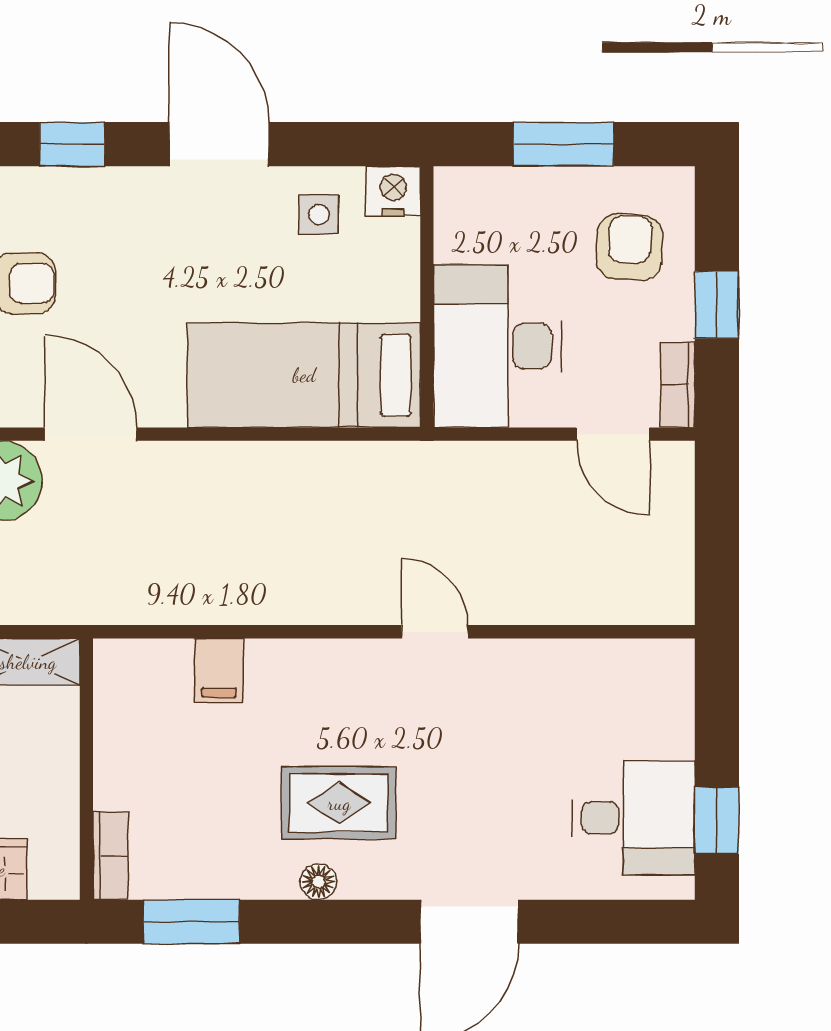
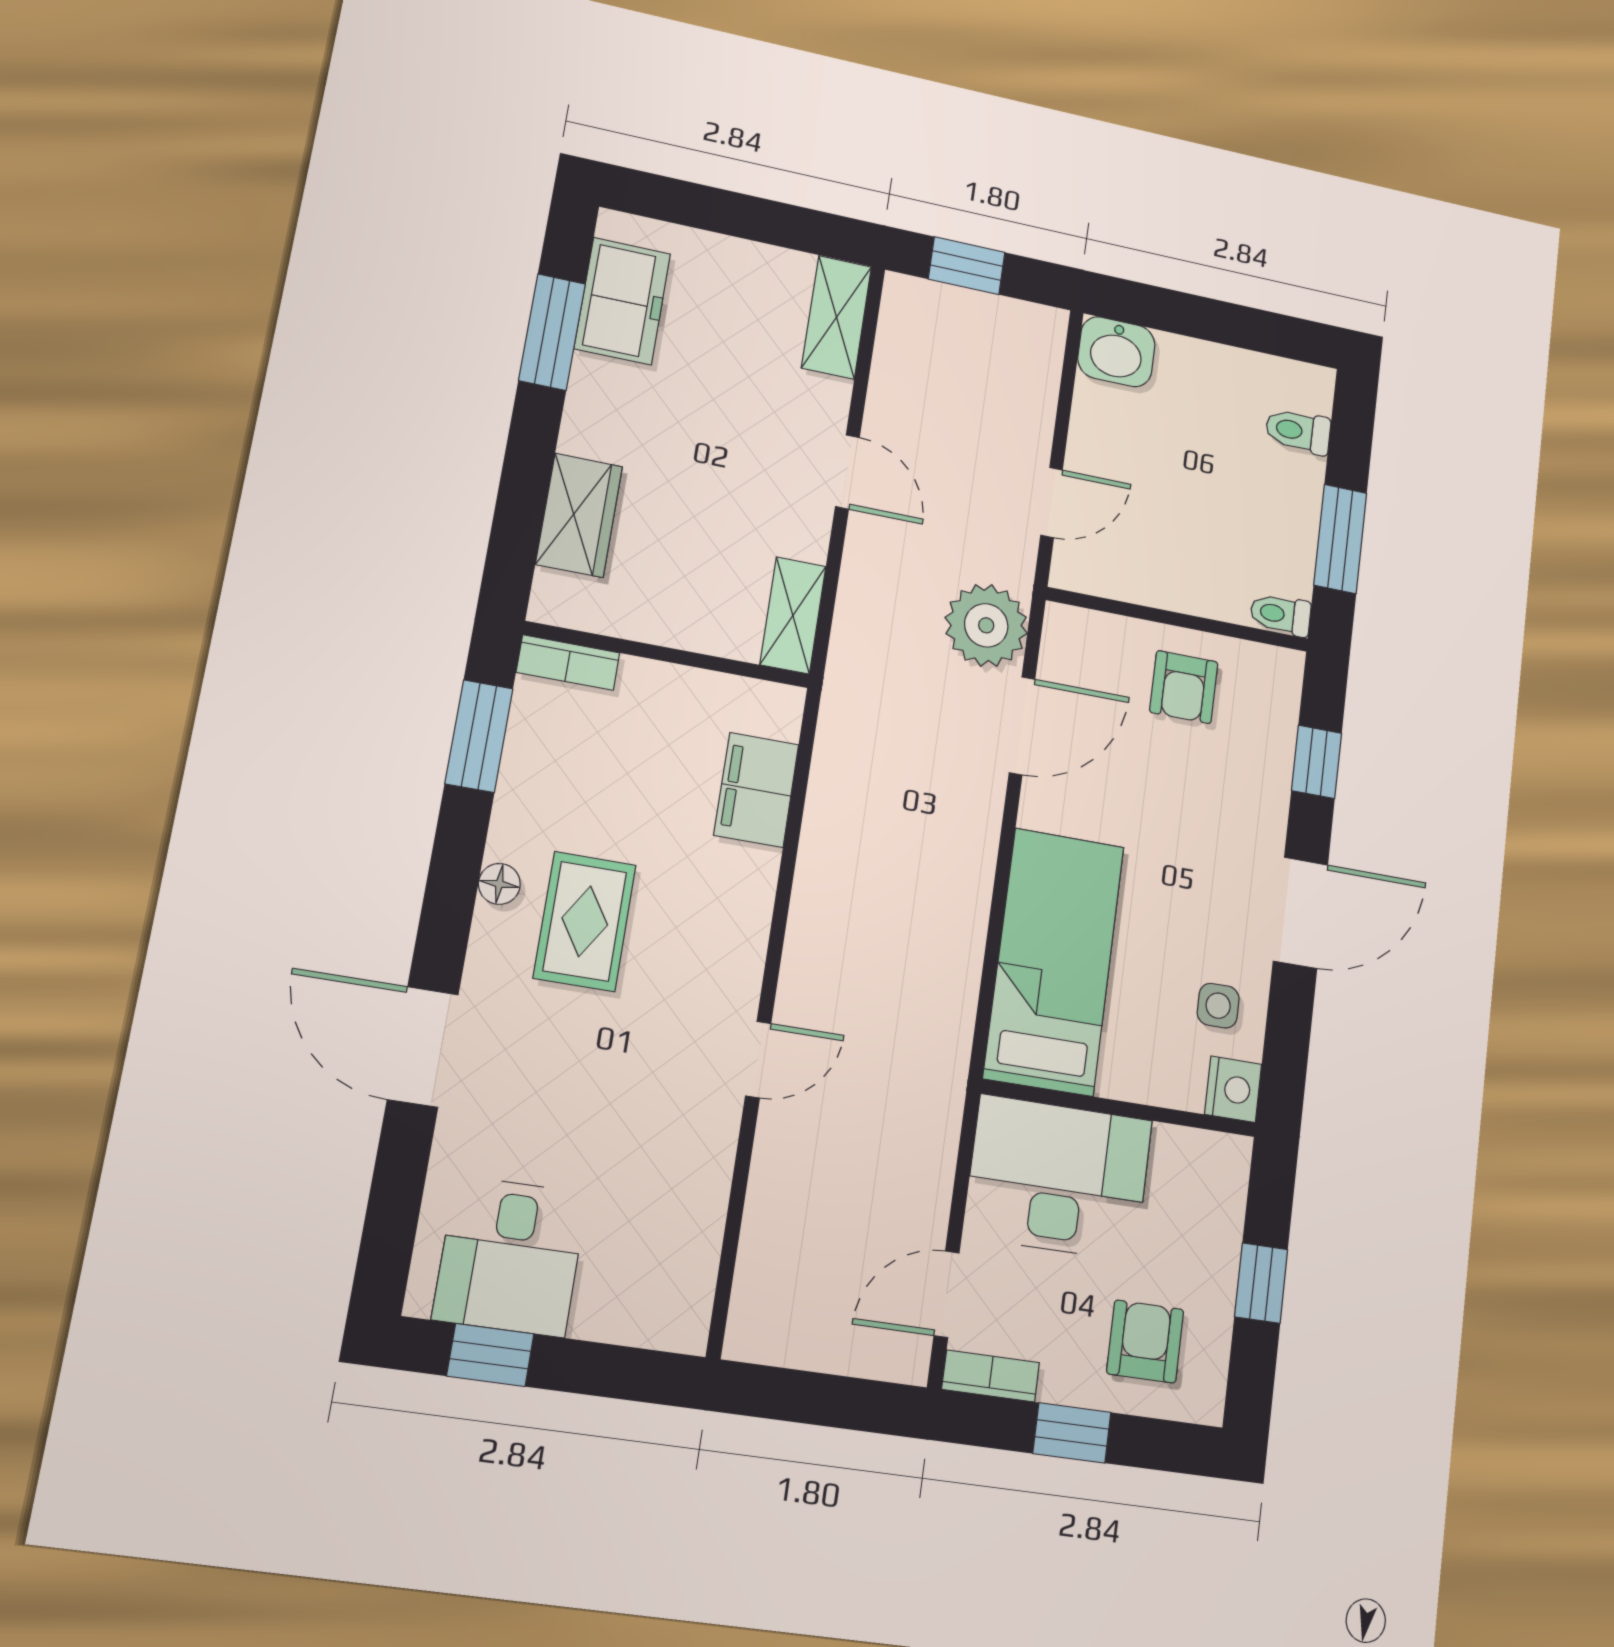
window: (563, 144) -> (1261, 1283), width x0.67
armchair: (630, 247) -> (1145, 1341), turned -93
filing cabinet: (219, 670) -> (756, 790), width x2.00

